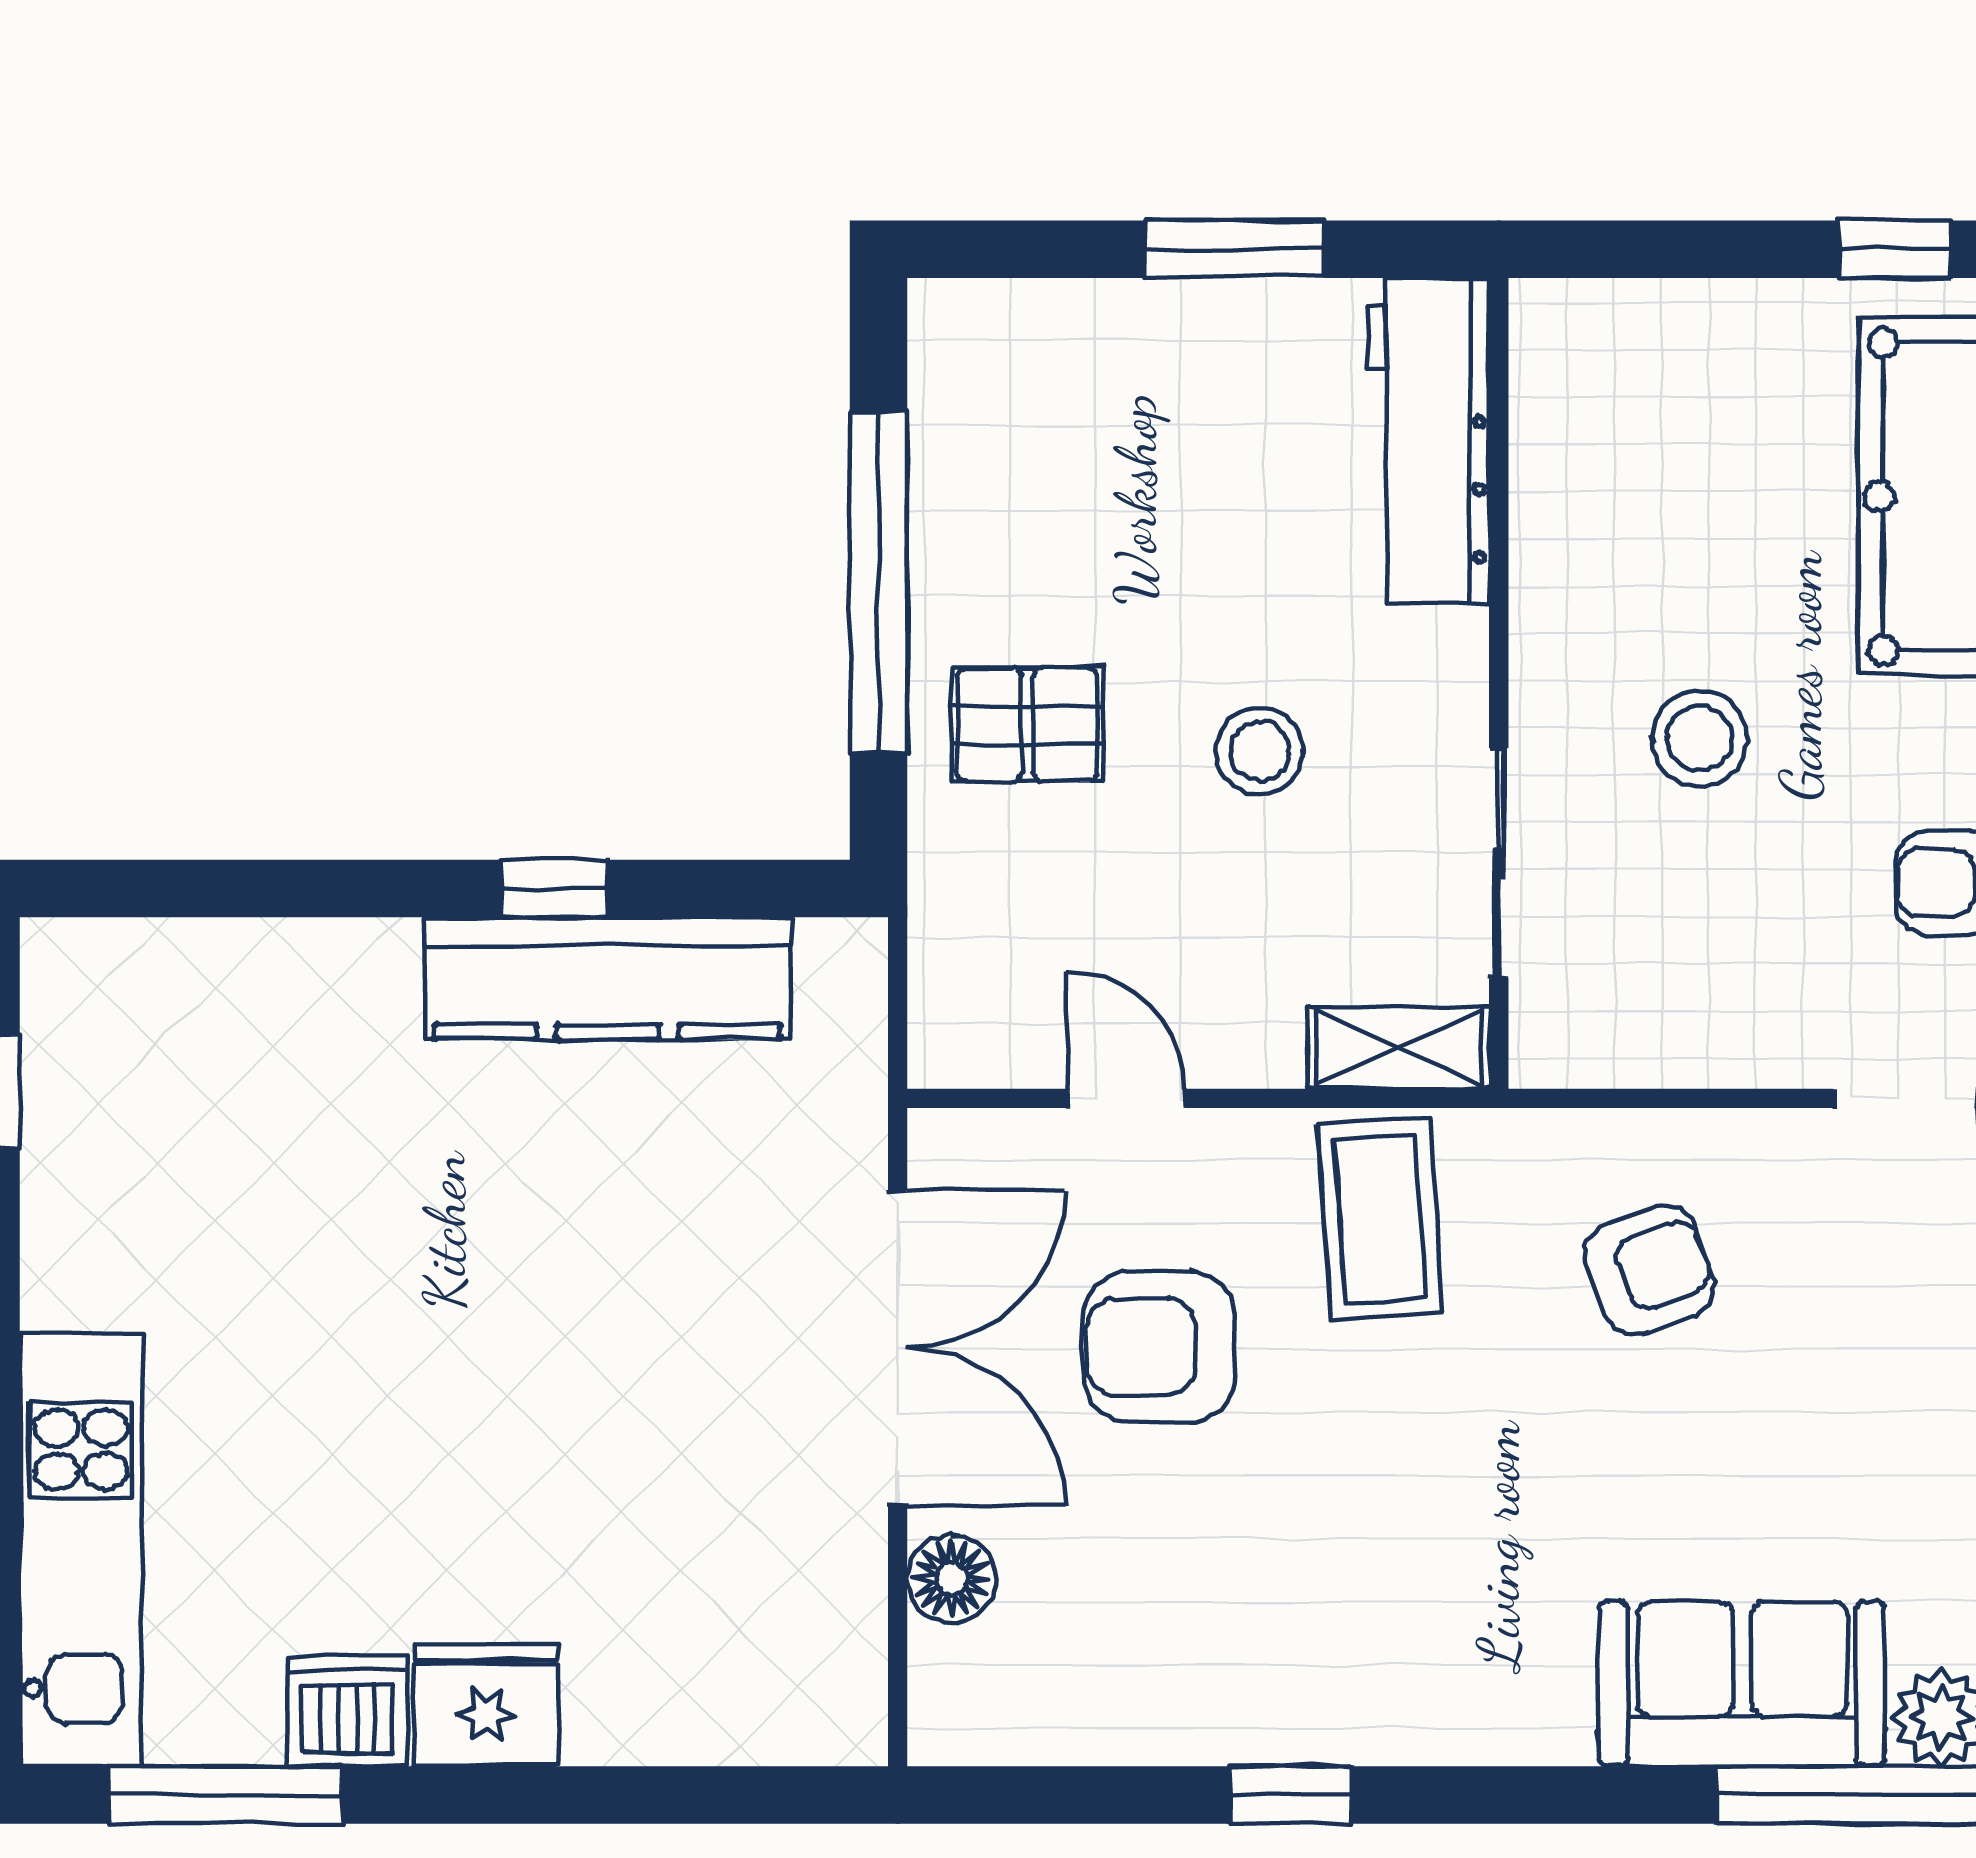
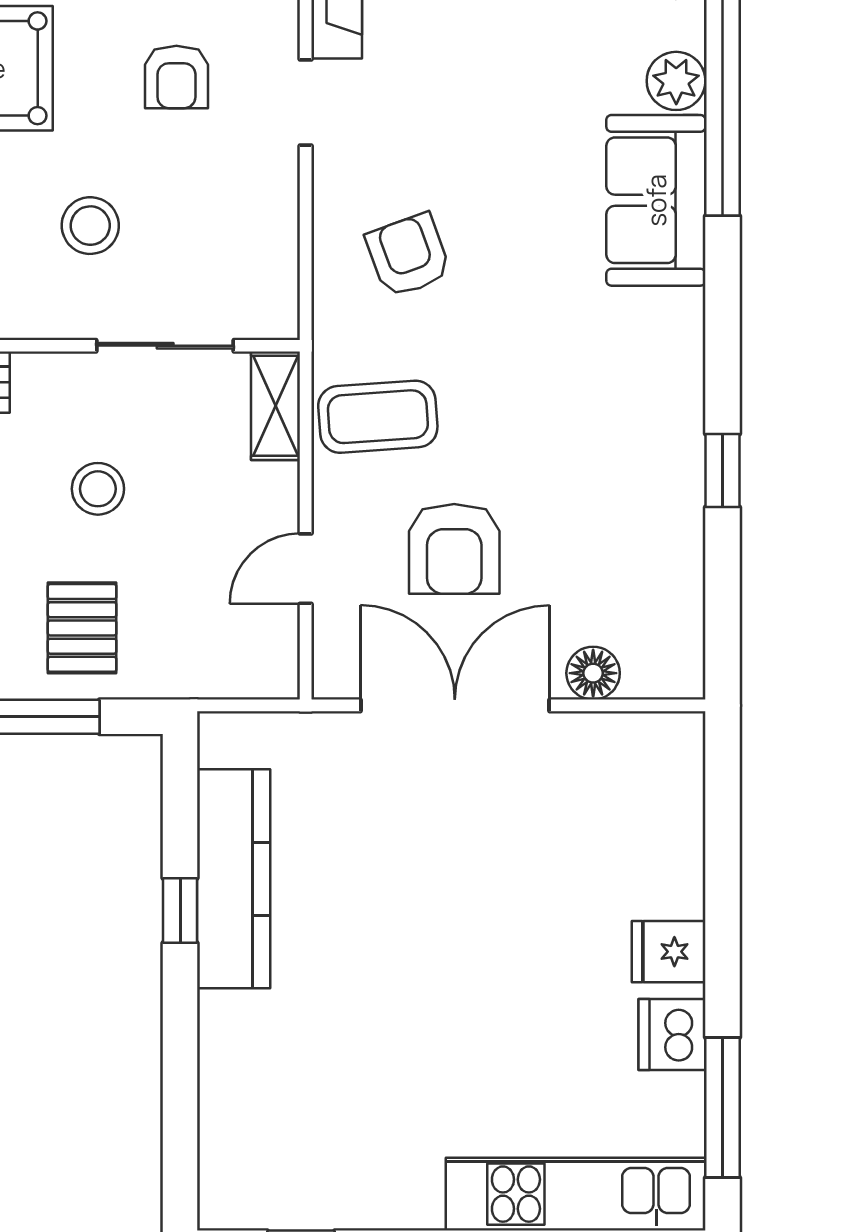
fridge: (486, 1705) -> (669, 952), width x0.72

